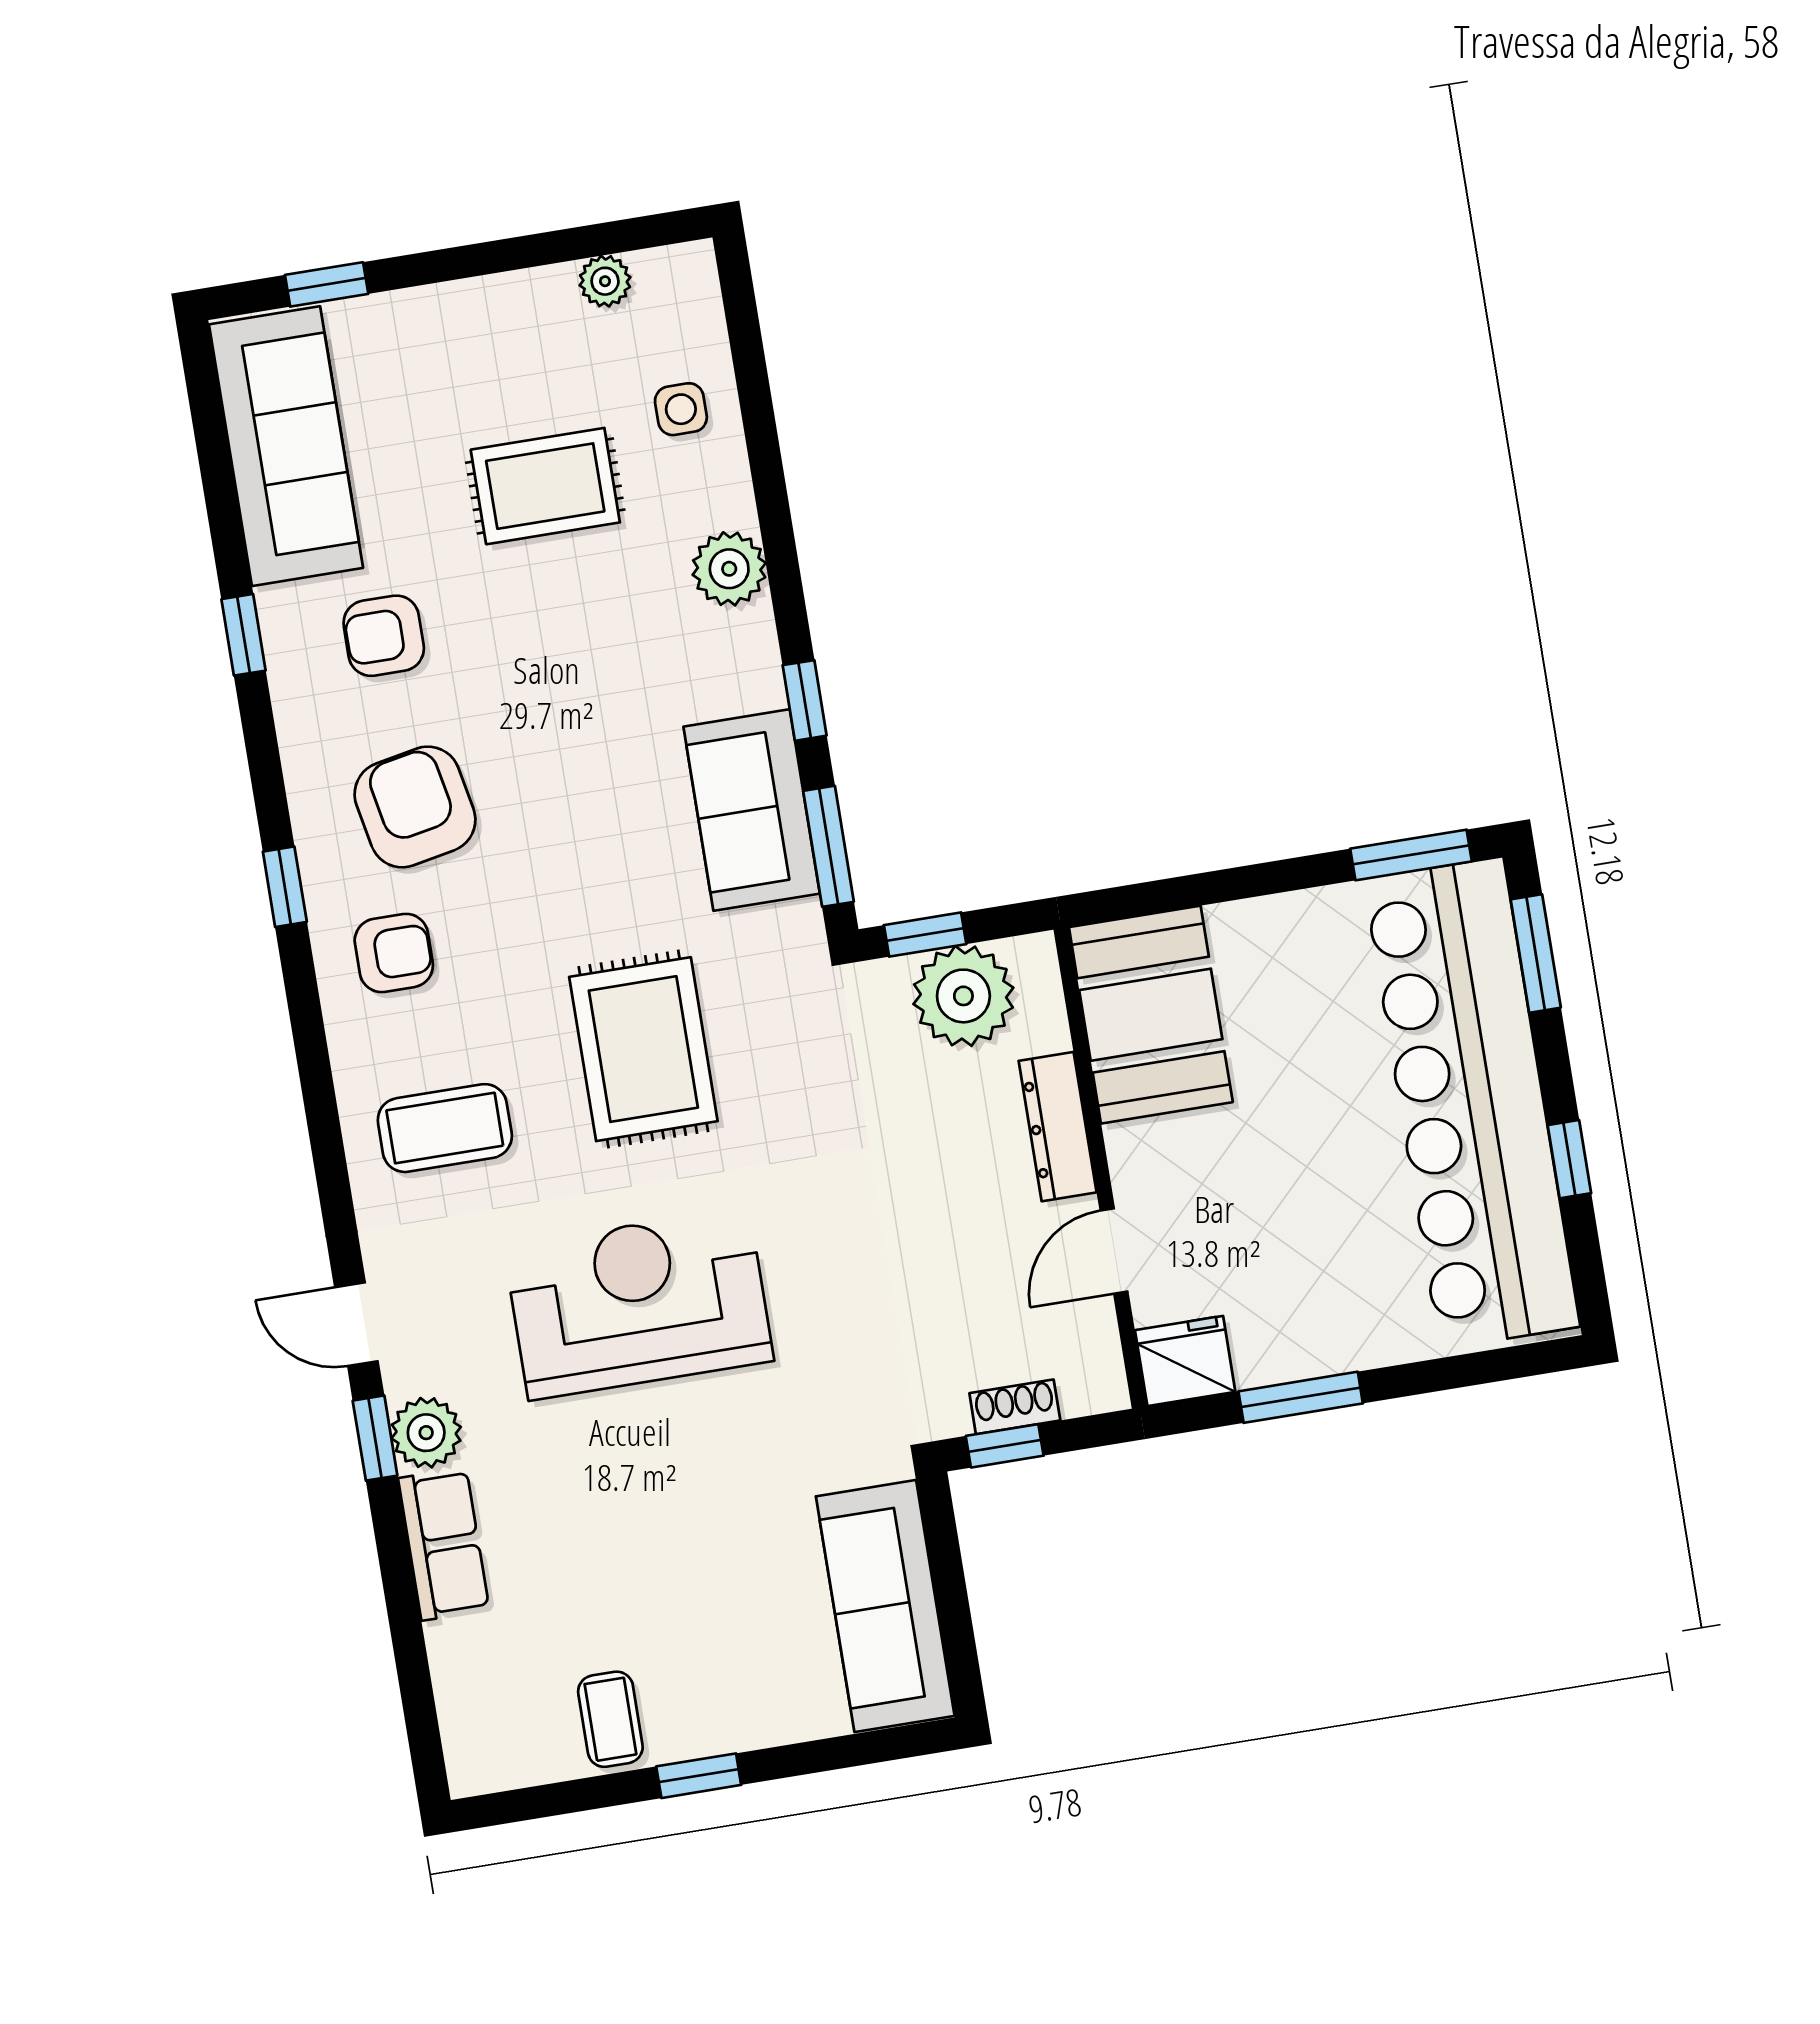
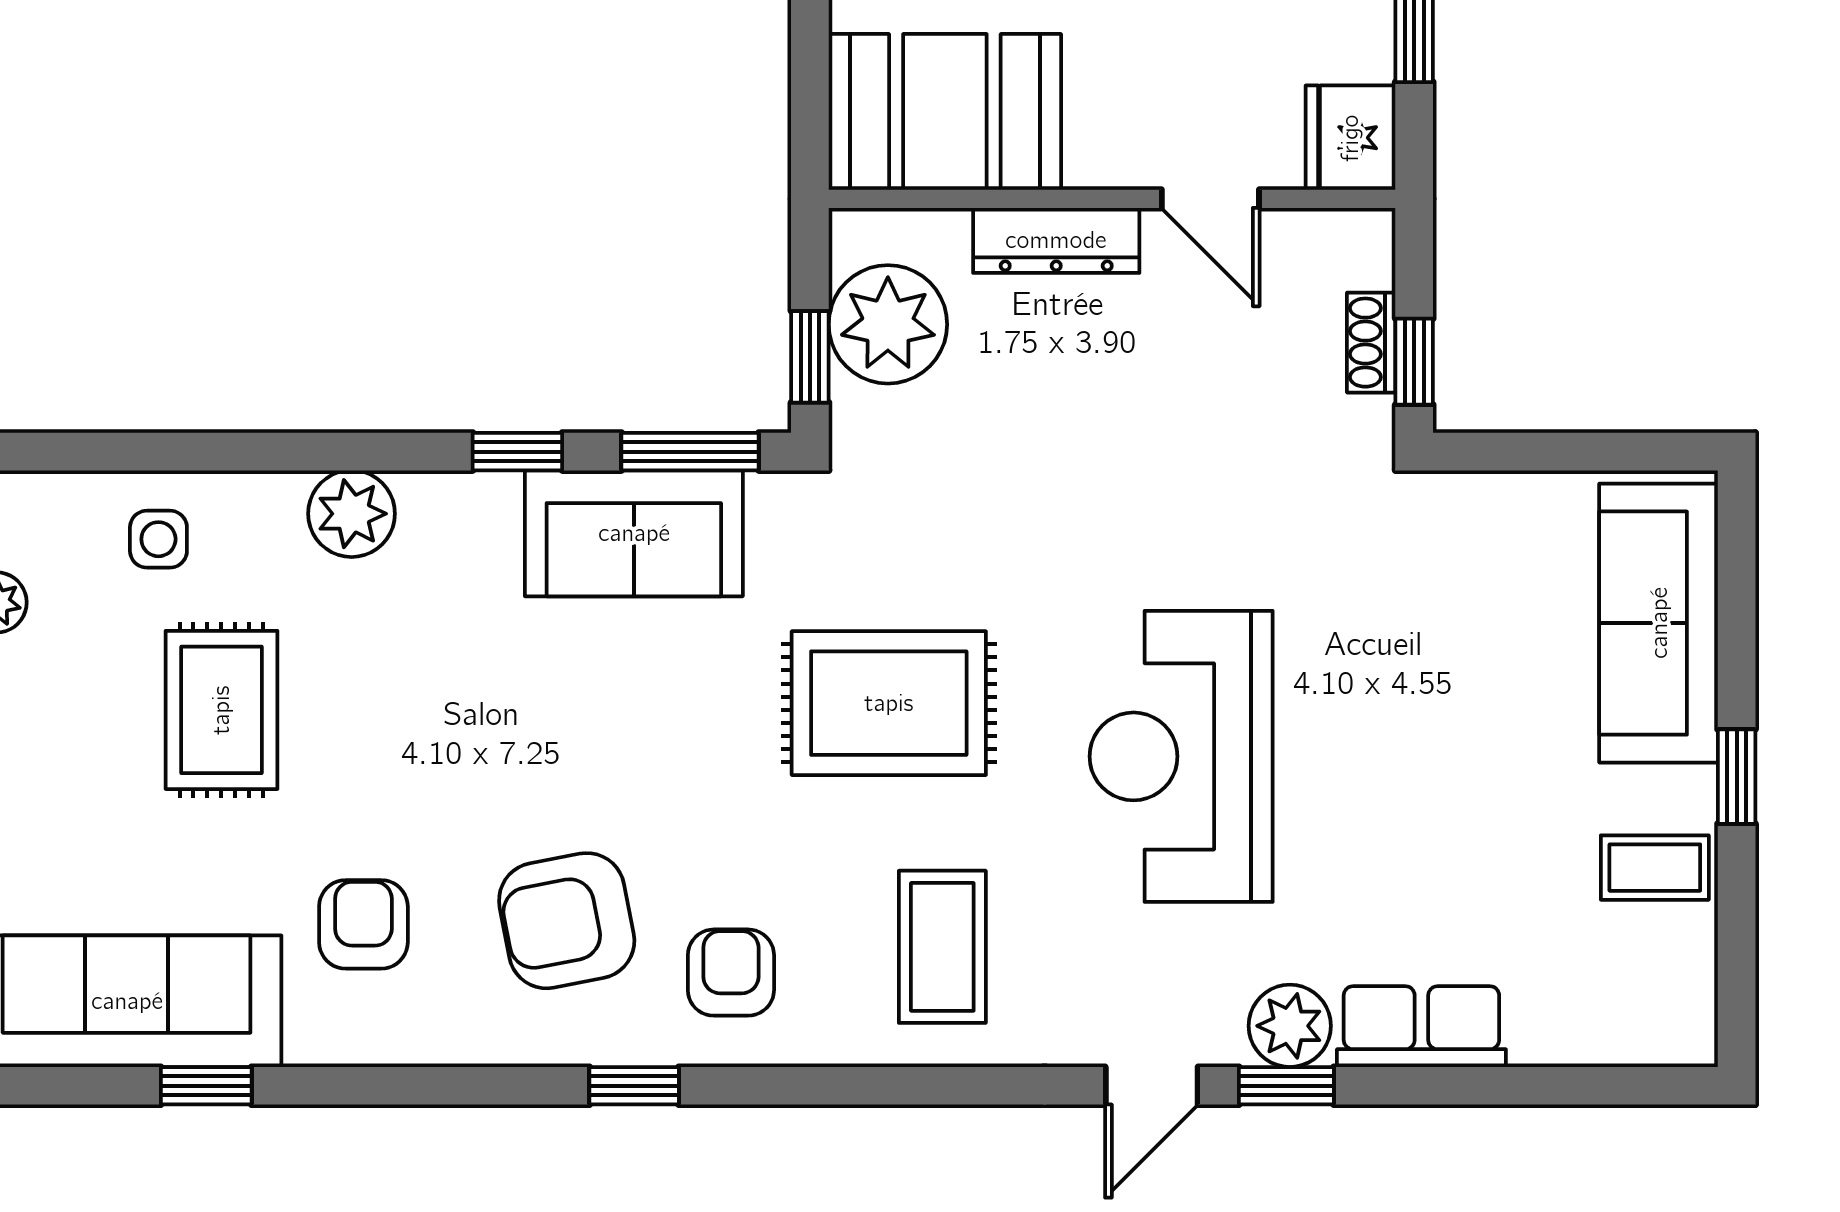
window: (244, 635) -> (206, 1086), moved
armchair: (384, 636) -> (363, 924), turned 180
sofa: (885, 1606) -> (1659, 623), moved, turned 90

